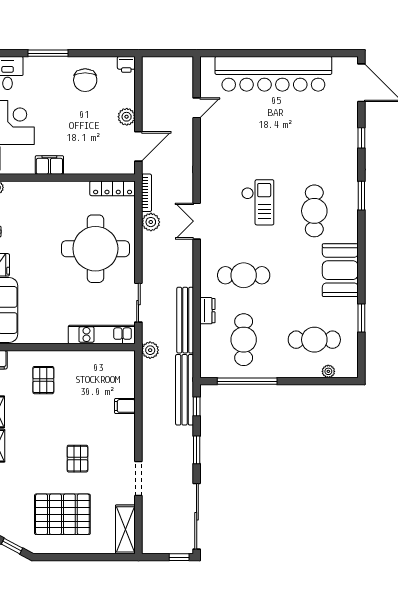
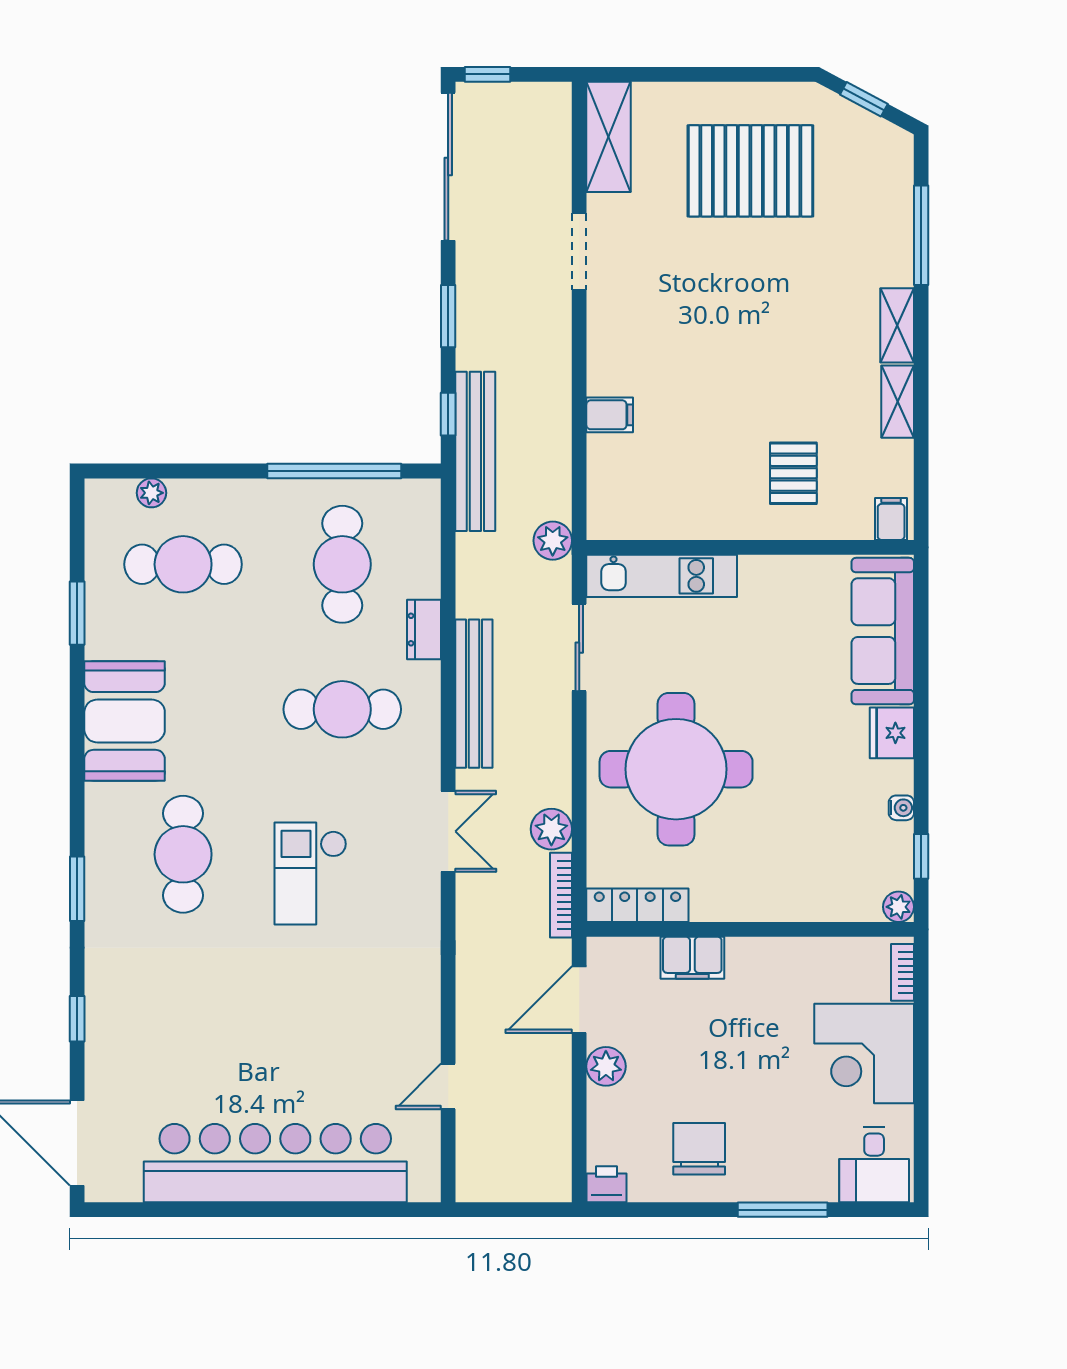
filing cabinet: (49, 165) -> (692, 958), moved
bench: (185, 320) -> (474, 694), moved
pallet: (77, 459) -> (717, 296), removed

